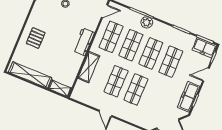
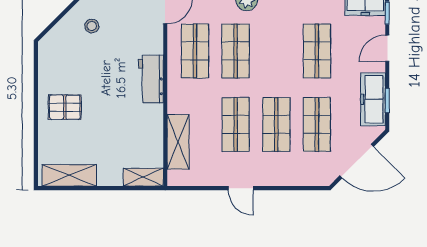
pallet: (36, 38) -> (65, 107), turned 90
shop shelf: (151, 53) -> (317, 125), moved
shelving: (89, 67) -> (178, 142), moved
shelving: (30, 75) -> (69, 175), width x0.68

